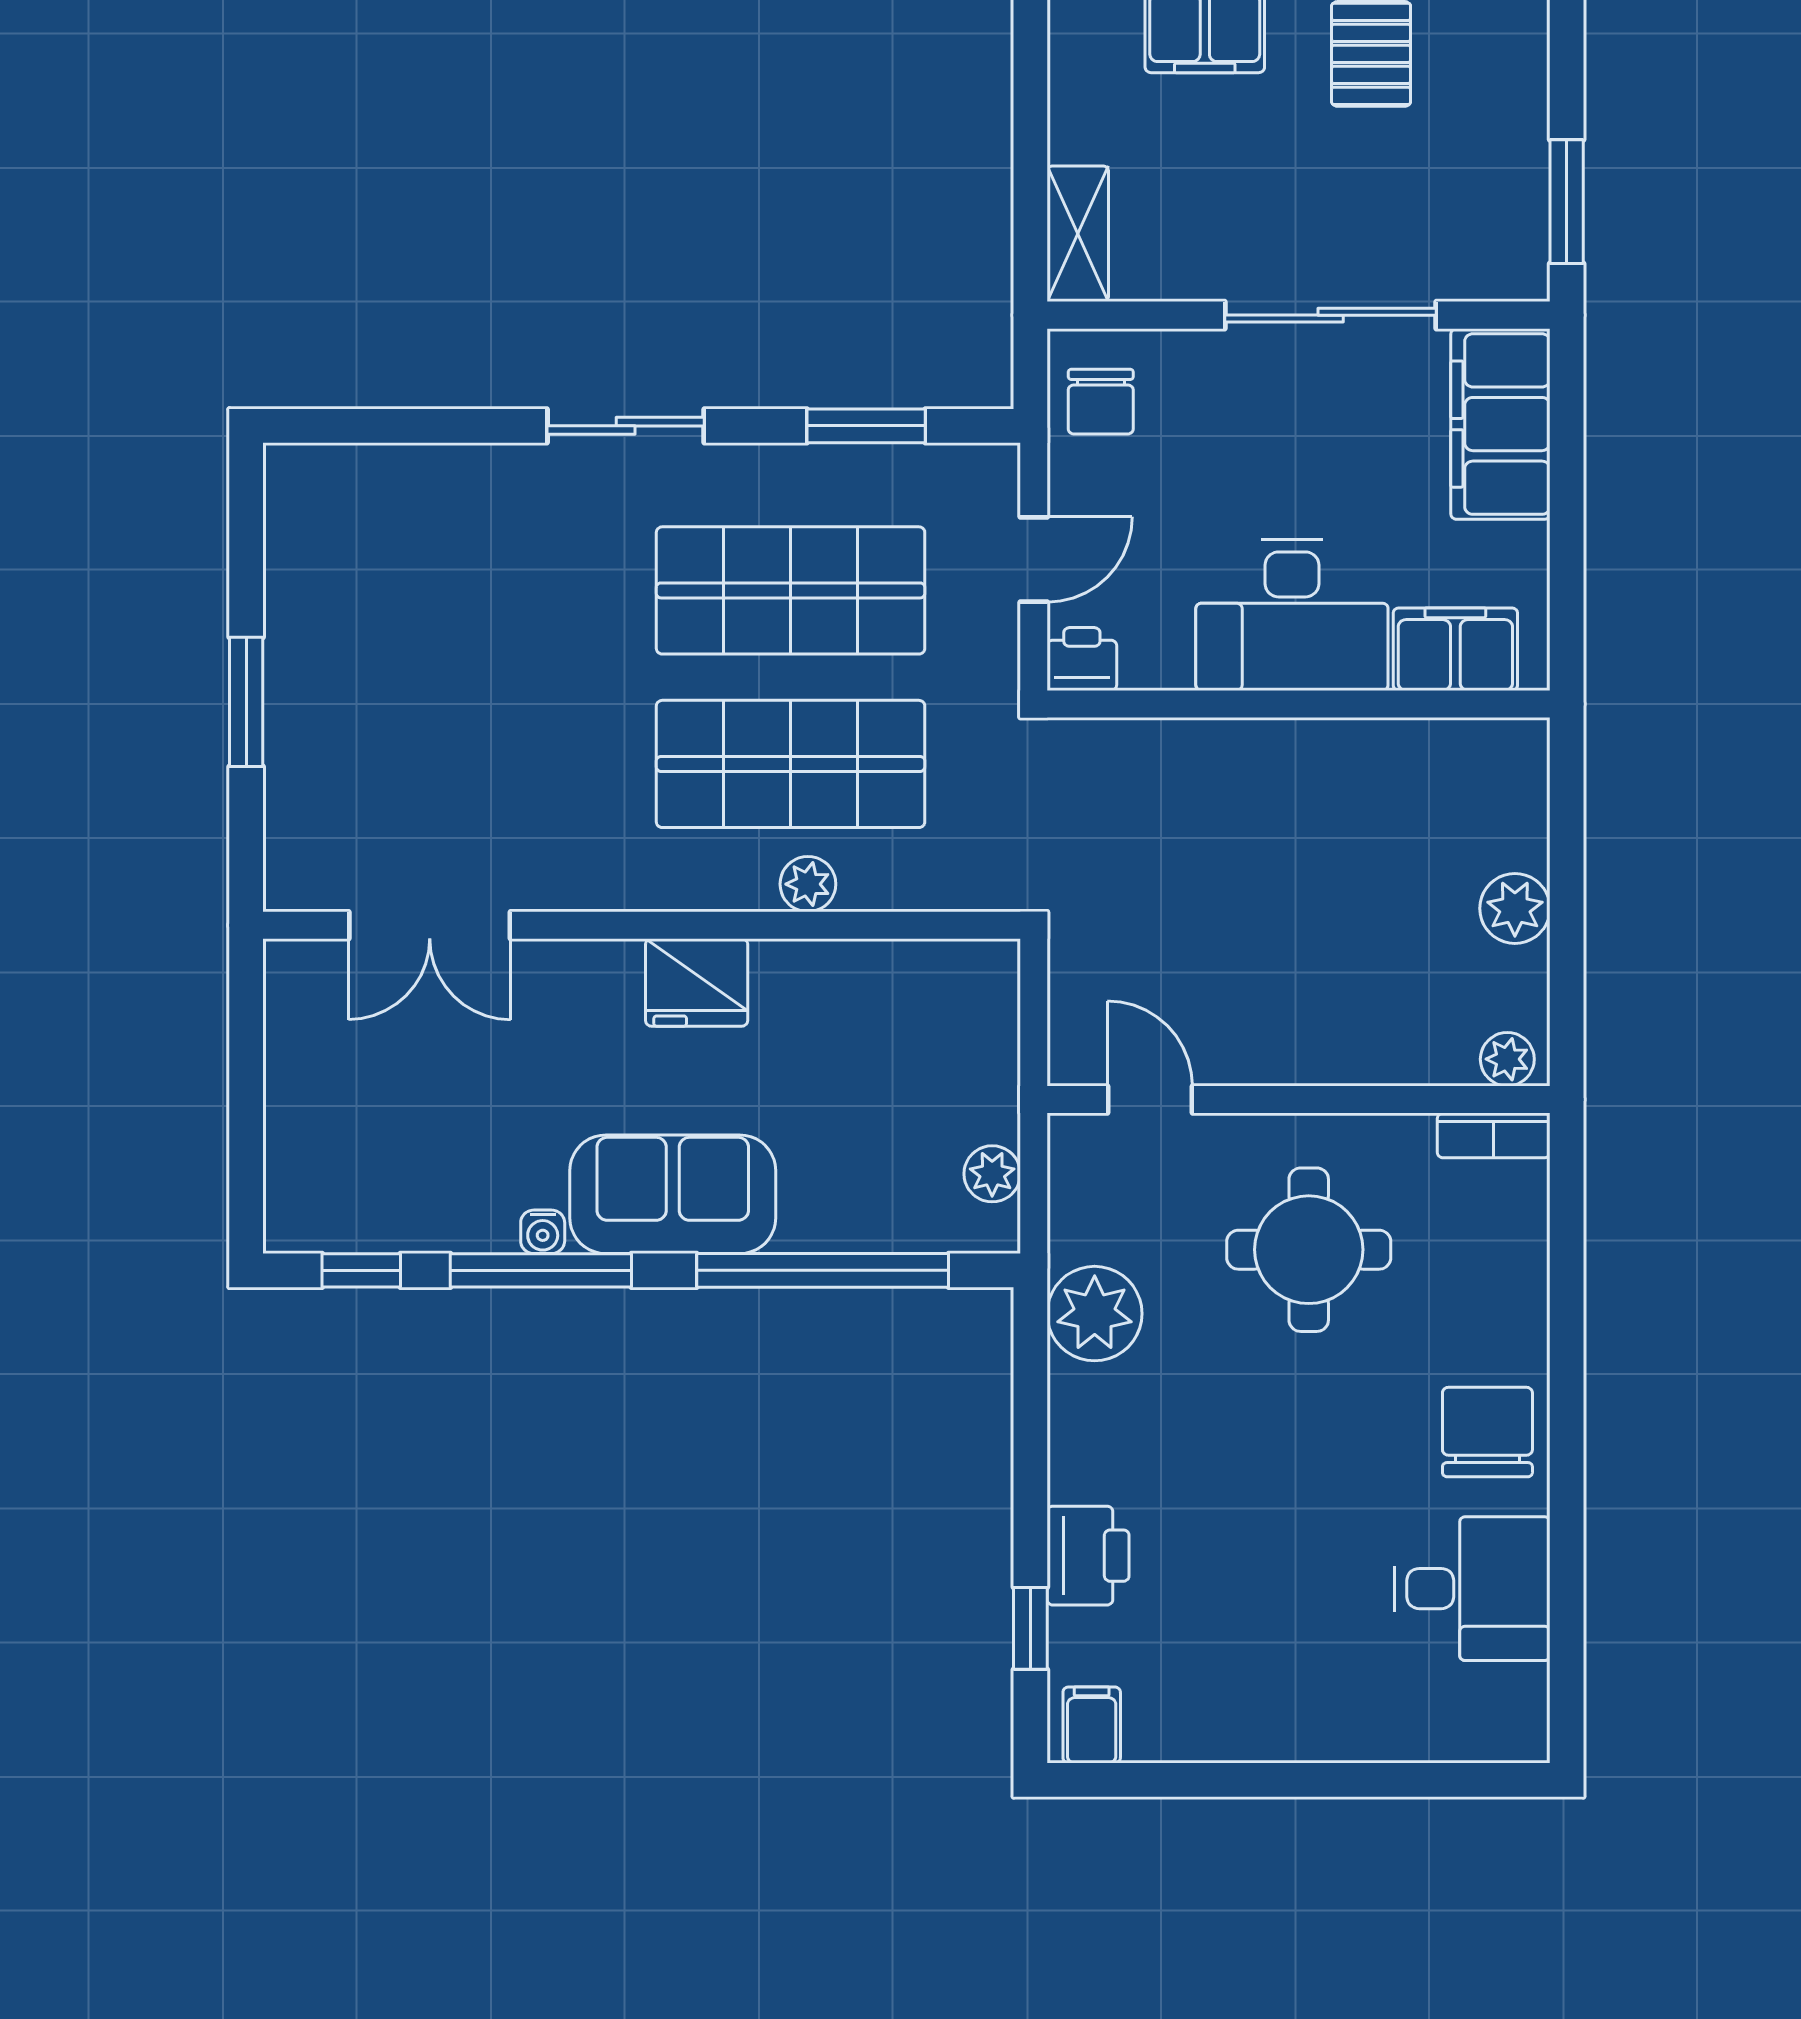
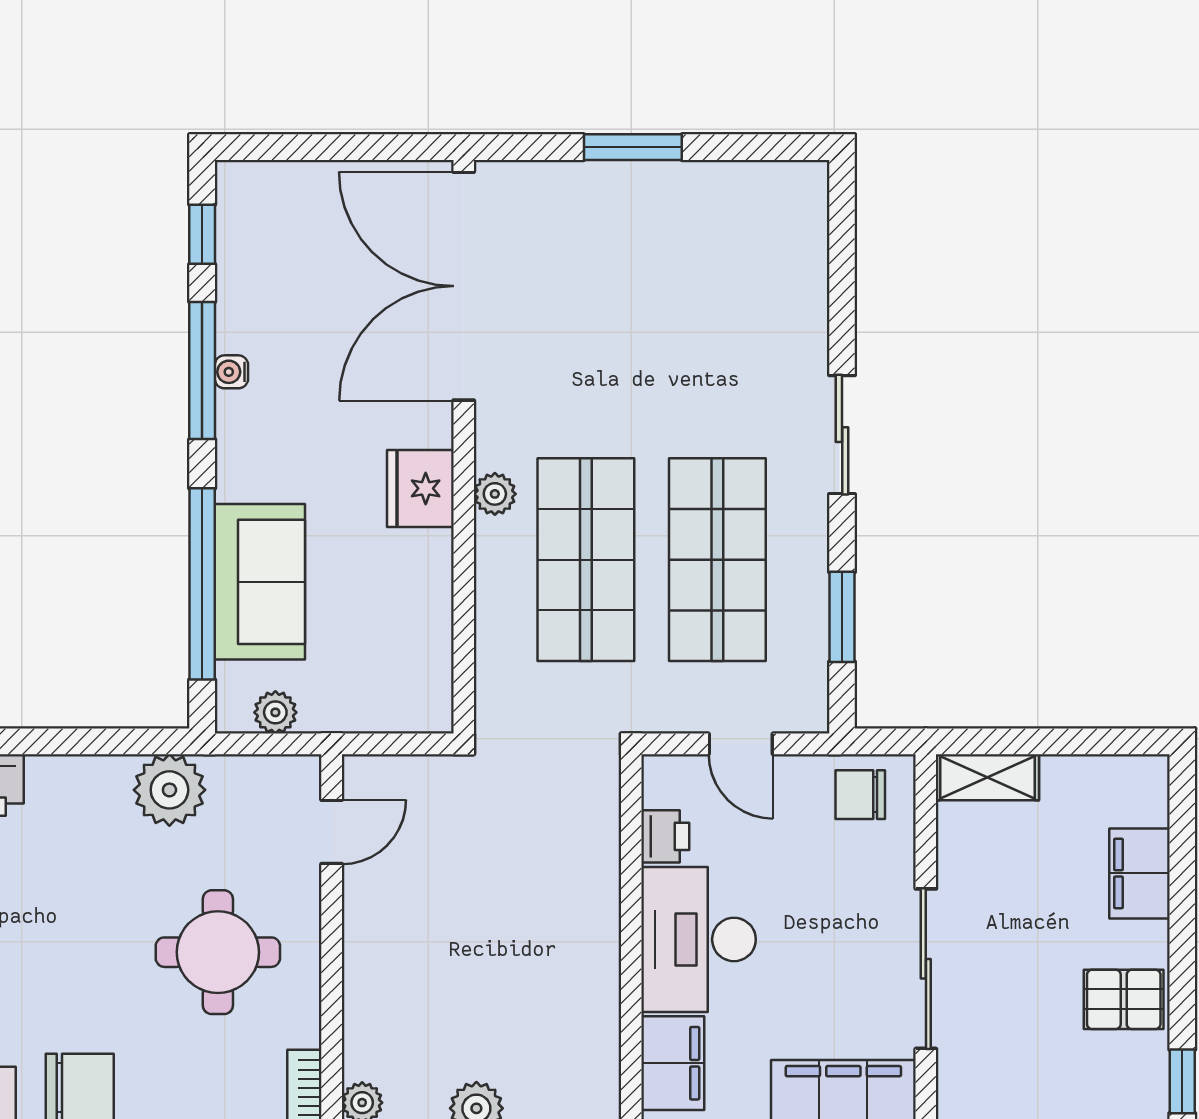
printer: (1082, 659) -> (665, 836), moved
plant: (808, 884) -> (495, 494), moved
double door: (430, 925) -> (464, 286), width x1.87
sofa: (673, 1194) -> (260, 582), moved

